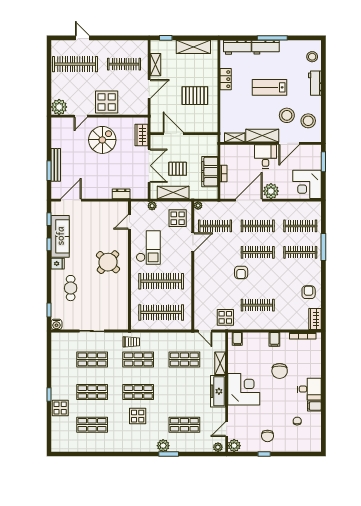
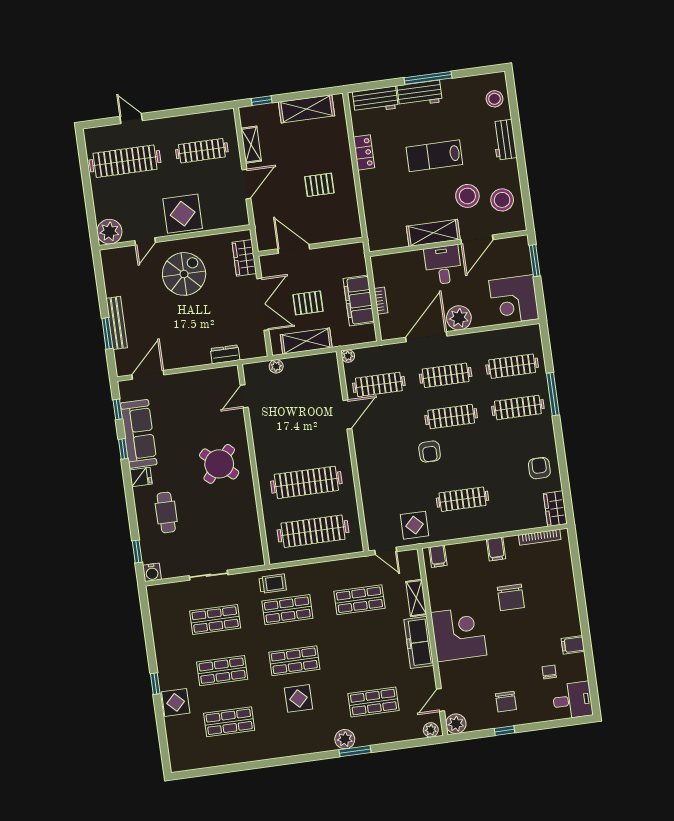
pallet: (195, 96) -> (319, 185), width x0.67, depth x0.71
shelving: (235, 138) -> (391, 242), removed
display table: (178, 218) -> (319, 380), removed
checkout: (148, 247) -> (279, 432), removed
desk: (309, 389) -> (572, 700), moved

